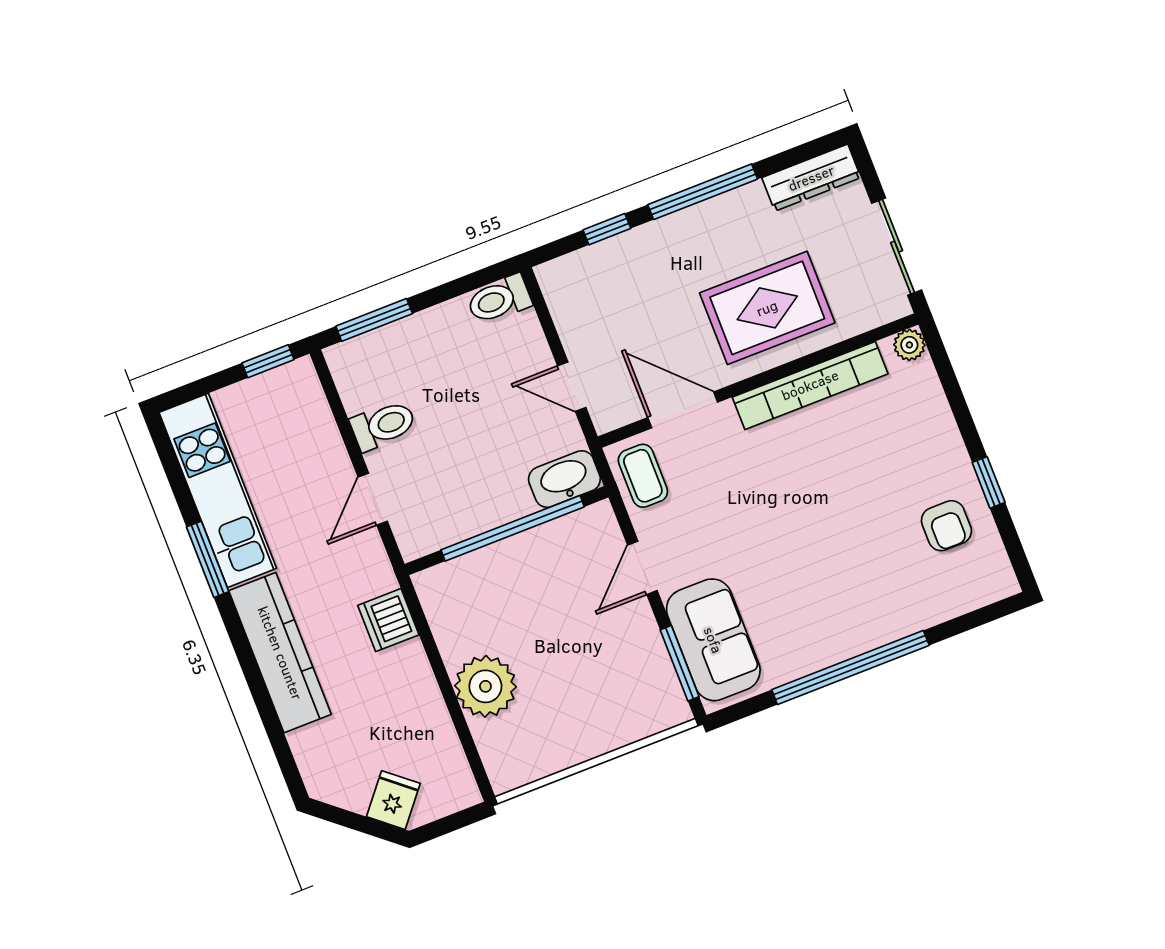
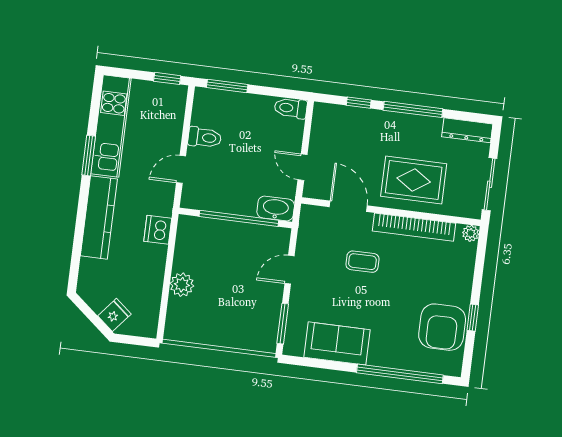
coffee table: (643, 476) -> (362, 262), moved, turned 90
armchair: (946, 526) -> (442, 327), width x1.88, depth x1.88
sofa: (713, 640) -> (337, 343), moved, turned -90
window: (850, 668) -> (400, 374), moved
plant: (485, 686) -> (182, 285), width x0.73, depth x0.73

